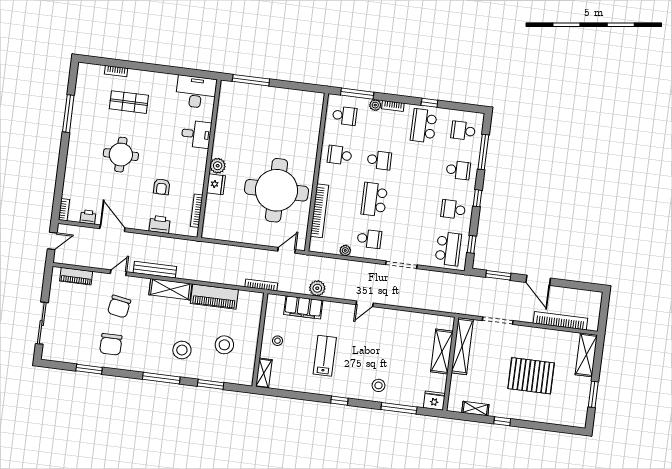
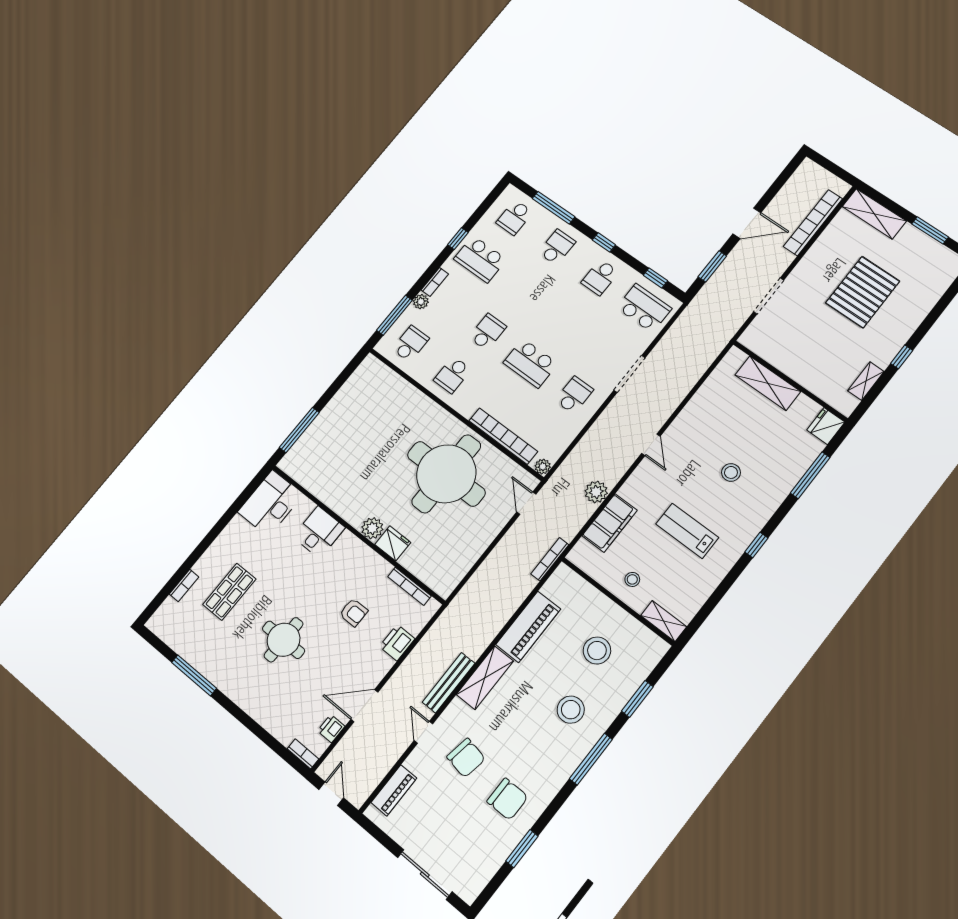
plant: (345, 250) -> (543, 467), moved
shelving: (462, 346) -> (775, 355), removed
stool: (378, 385) -> (731, 472), moved

